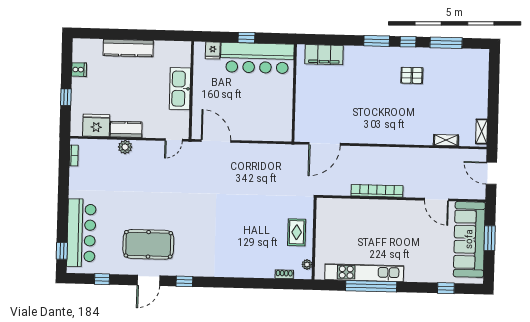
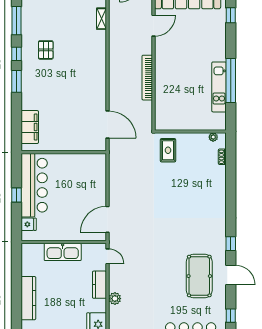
kitchen counter: (126, 129) -> (99, 285), moved
rug: (297, 232) -> (168, 150), moved, turned 90
kitchen unit: (364, 273) -> (219, 87), width x0.73

